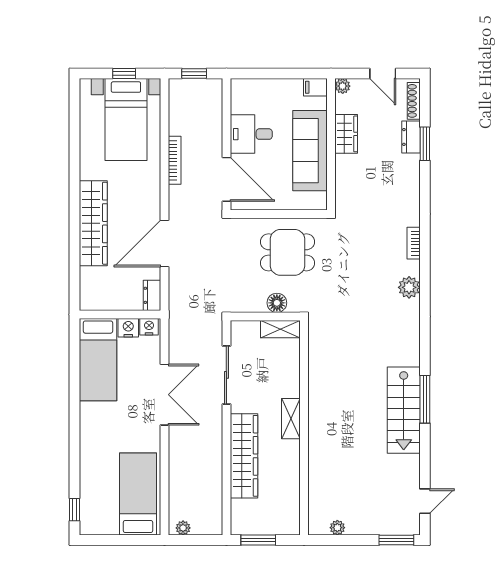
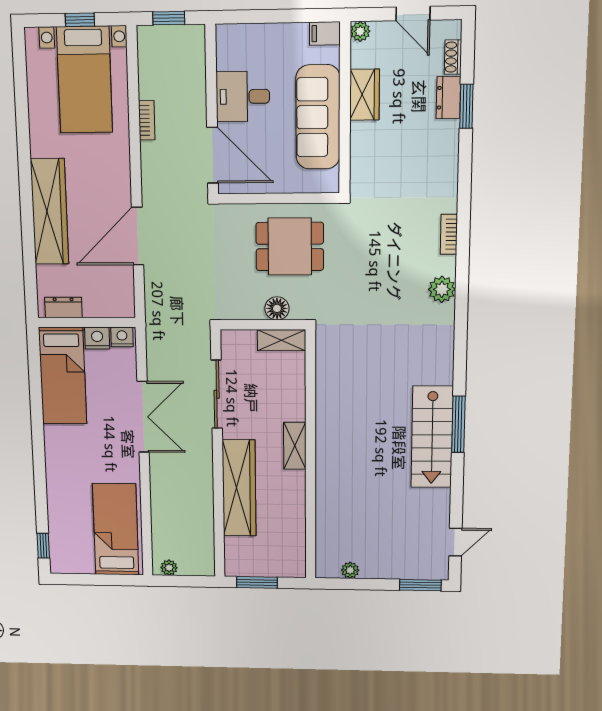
shoe rack: (414, 101) -> (453, 57), width x0.70
bookcase: (175, 160) -> (147, 120), width x0.64
dresser: (152, 295) -> (63, 307), moved, turned 90

